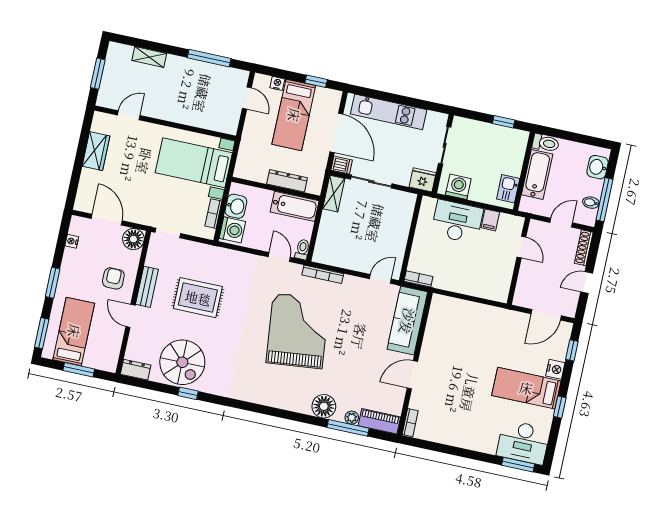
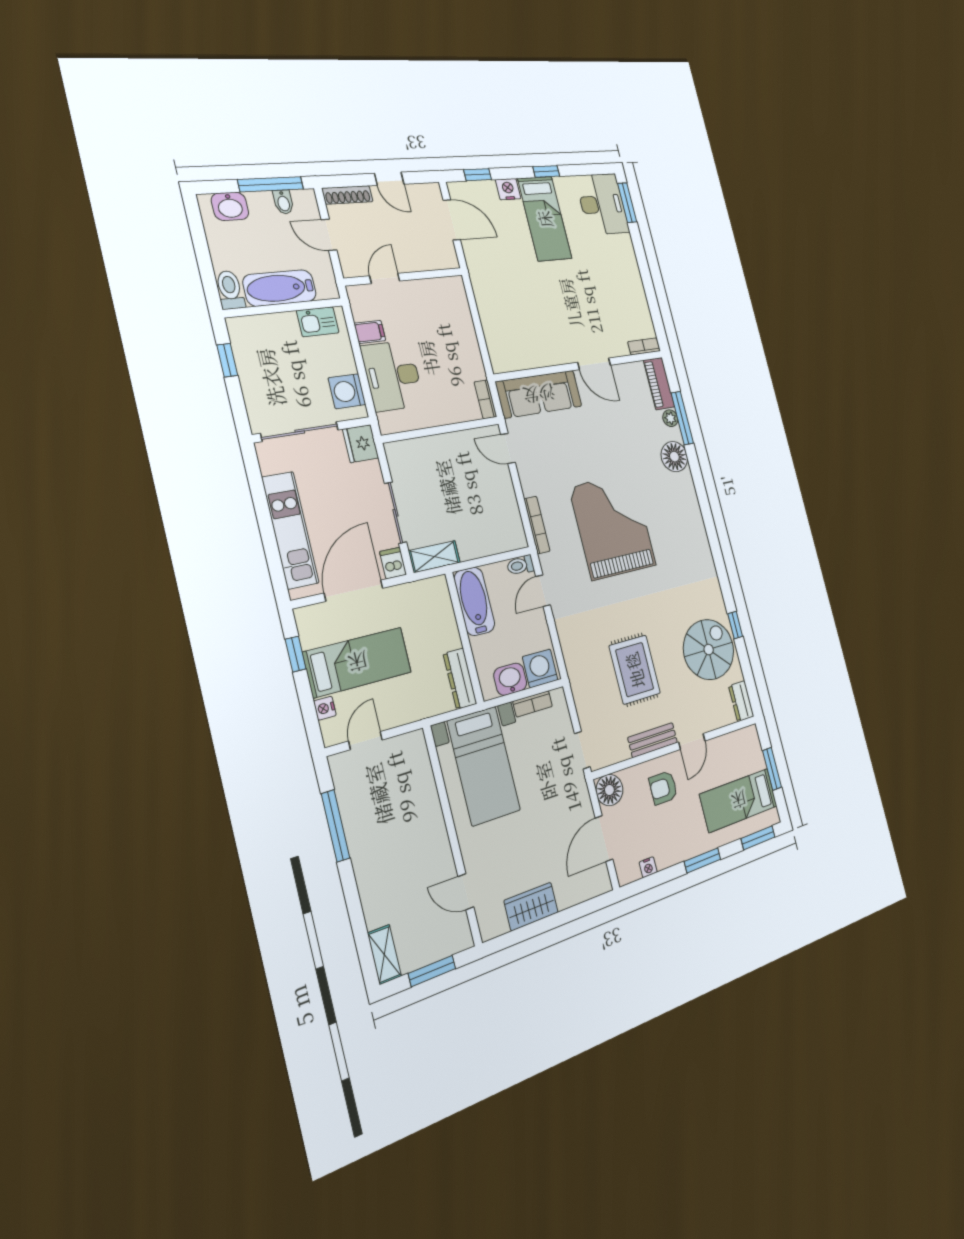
shelving: (149, 57) -> (384, 955), moved
sliding door: (445, 145) -> (300, 432), width x1.37
dresser: (287, 181) -> (460, 679), moved
grand piano: (298, 331) -> (613, 526), turned 96

